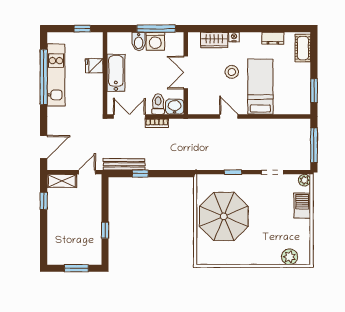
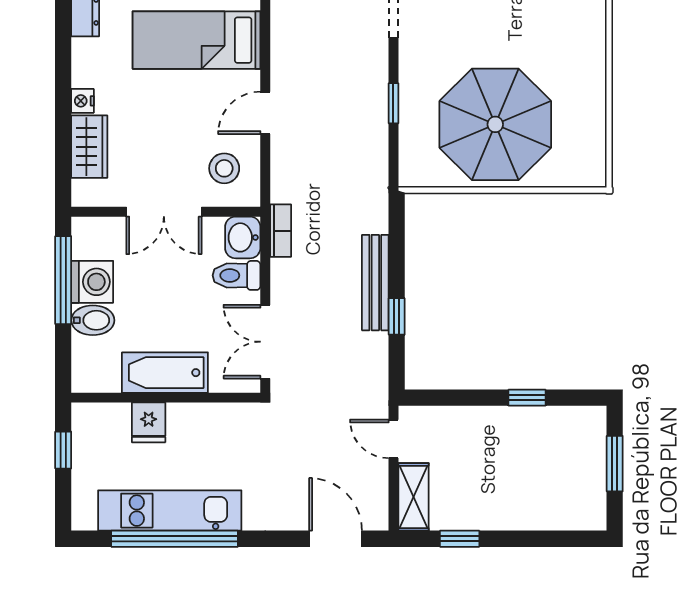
stool: (232, 72) -> (224, 168), moved
bookcase: (157, 123) -> (281, 231), moved
bench: (124, 164) -> (375, 283), moved

